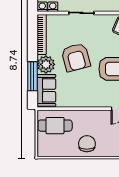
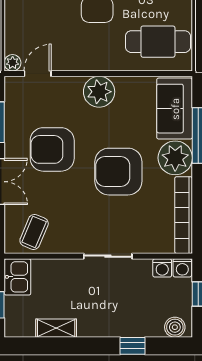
armchair: (76, 57) -> (118, 172), turned -75
plant: (86, 99) -> (99, 92), added

